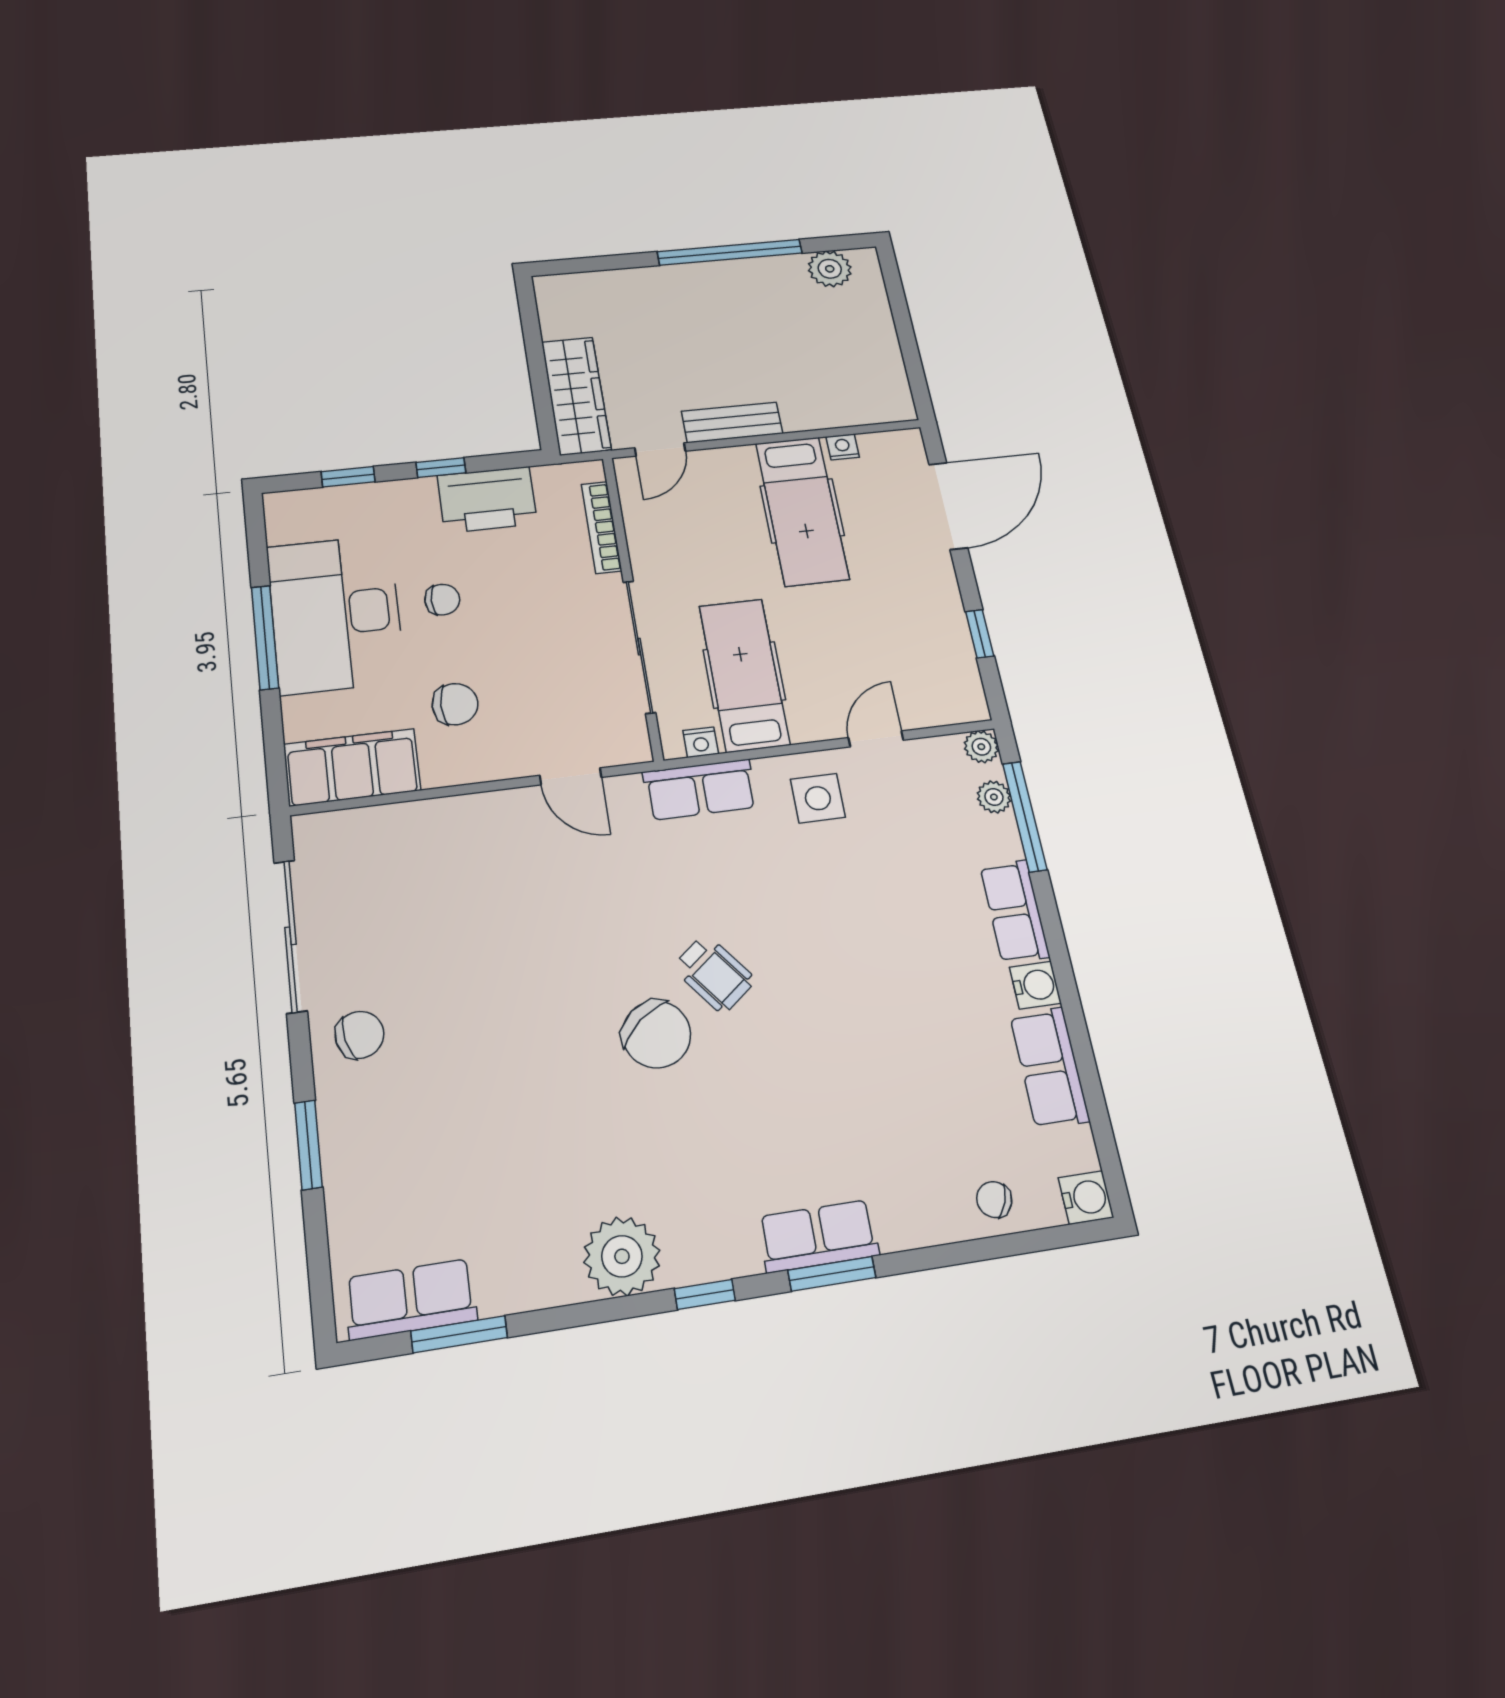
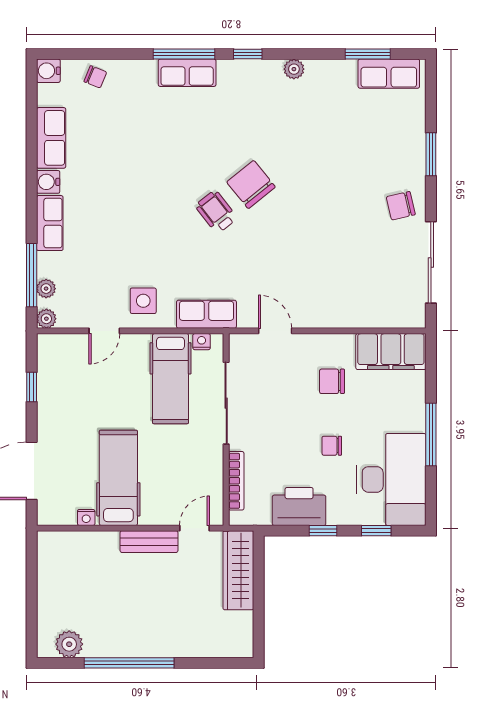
desk: (336, 614) -> (391, 479), moved
plant: (622, 1256) -> (294, 69), width x0.53, depth x0.53
window: (832, 1274) -> (184, 54), width x1.44

